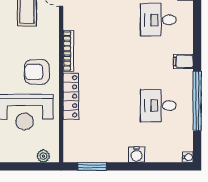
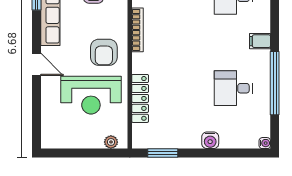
armchair: (37, 72) -> (104, 52), turned -90
locker: (71, 96) -> (140, 98), moved

